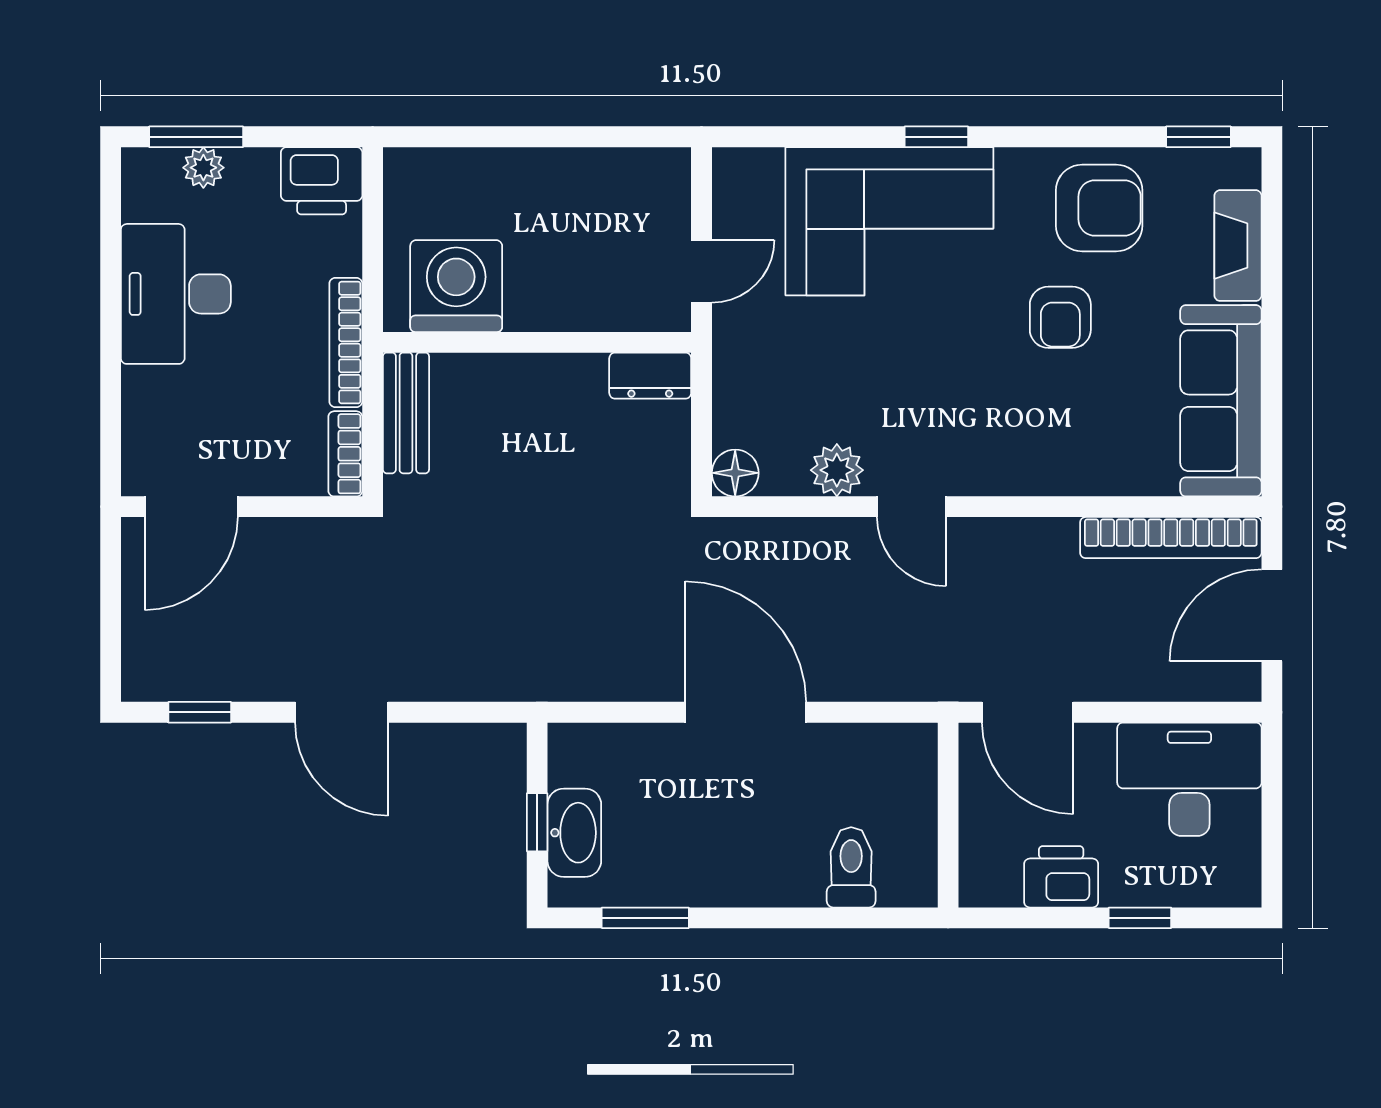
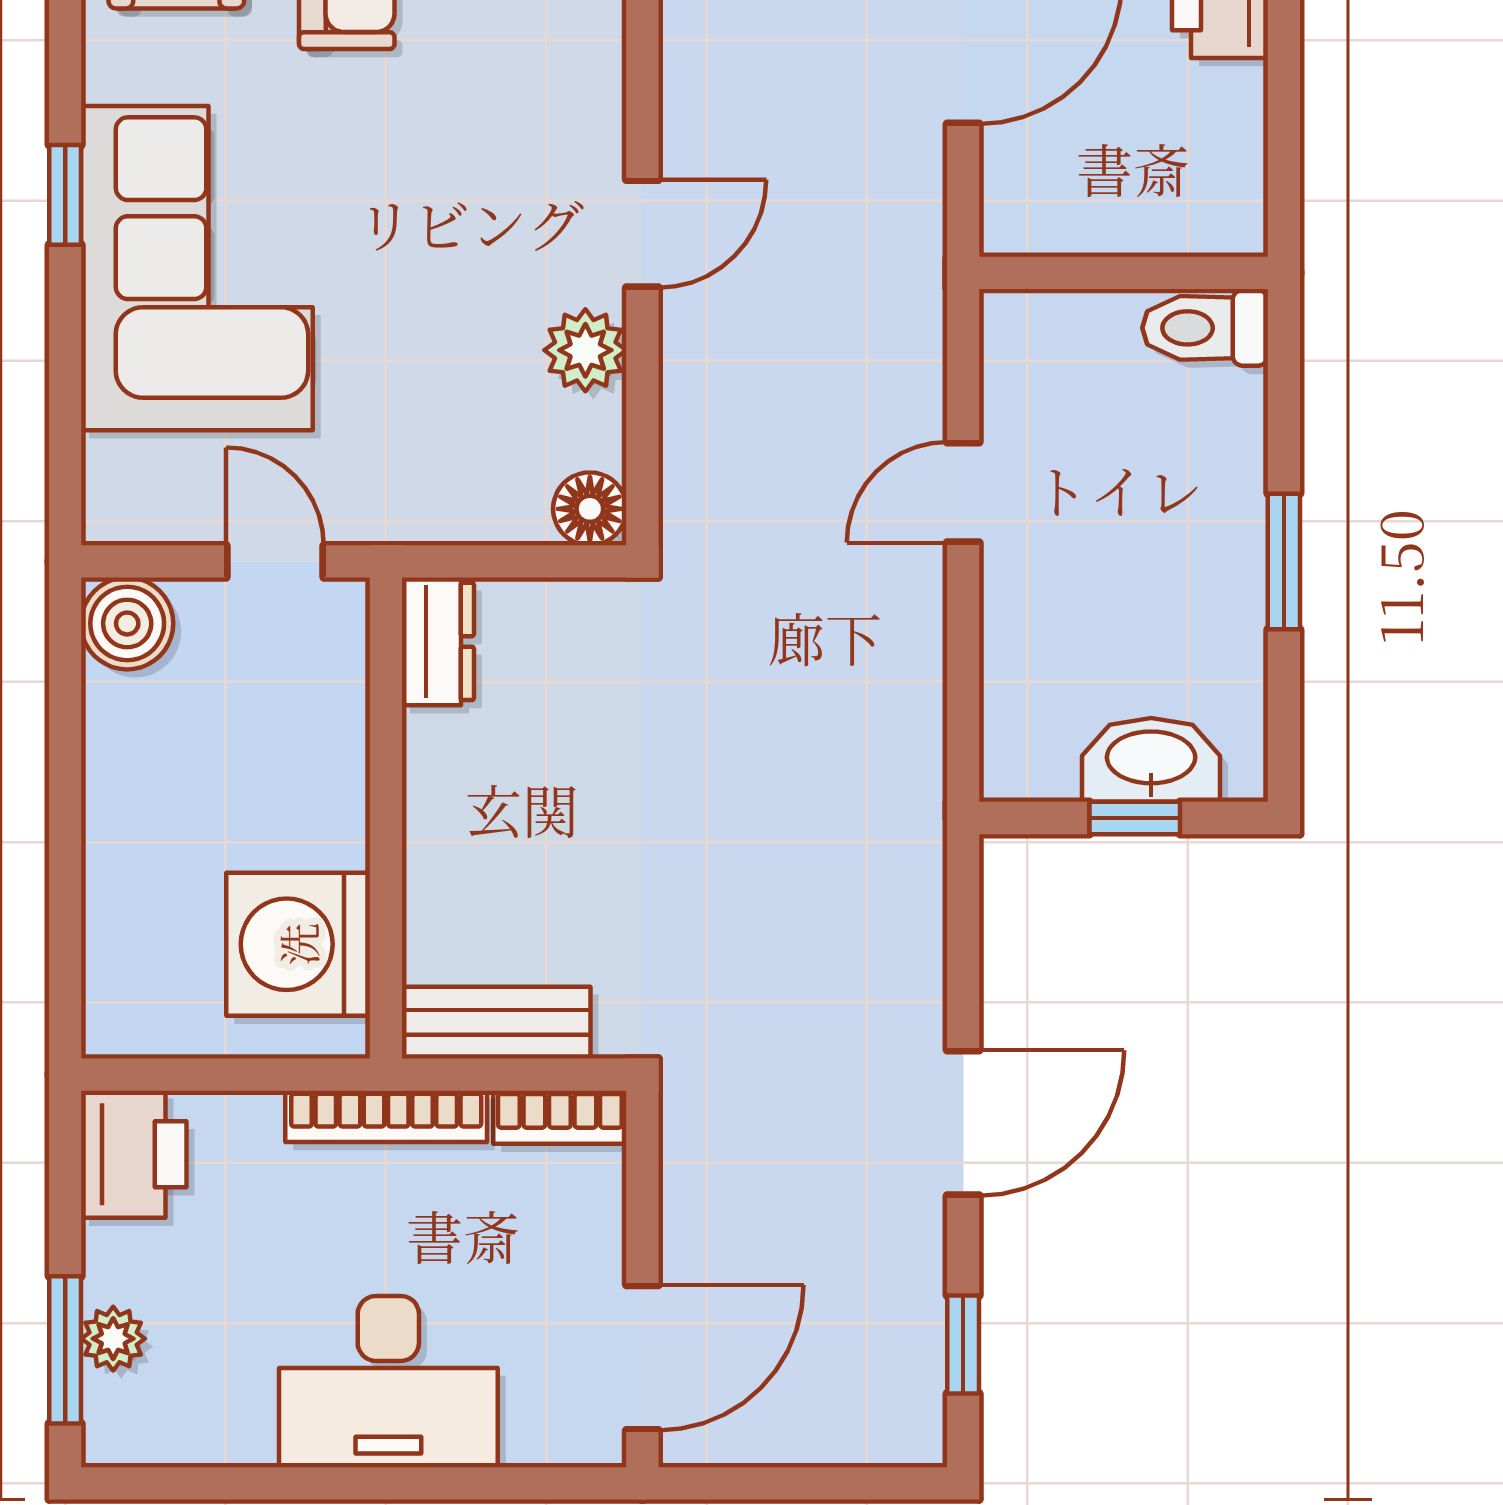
boiler: (662, 177) -> (127, 623), added
desk: (176, 294) -> (388, 1382), moved
door: (191, 507) -> (642, 1358), hinge flipped
door: (746, 712) -> (963, 492), width x0.53
wall: (948, 815) -> (1123, 273), moved
window: (645, 918) -> (1284, 561), moved

